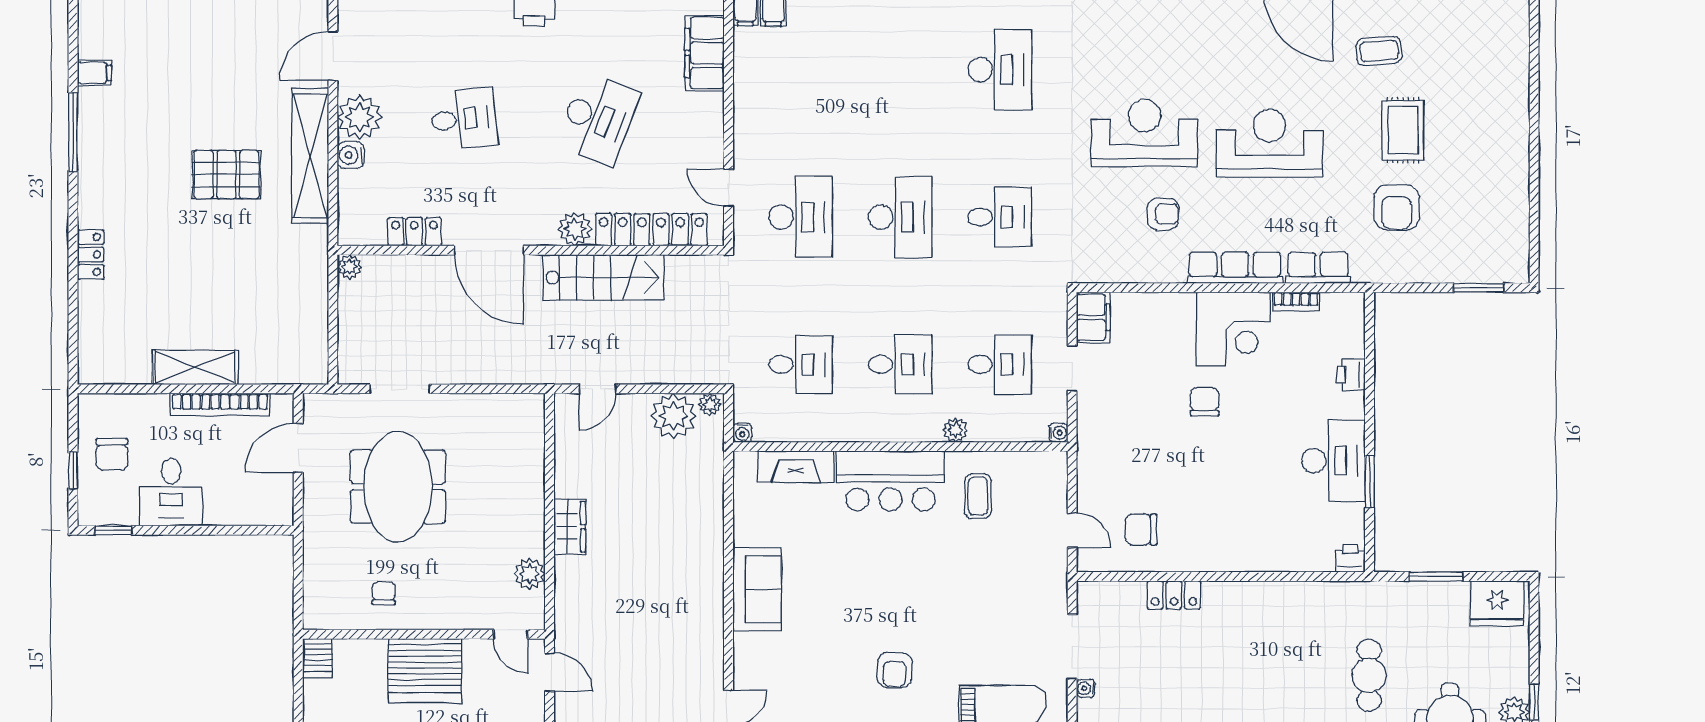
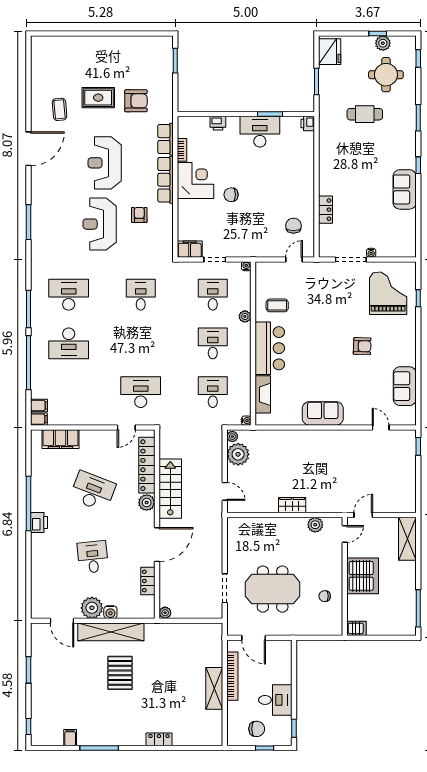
desk: (900, 217) -> (69, 343), moved, turned 180
chair: (1141, 529) -> (293, 226), turned 180

